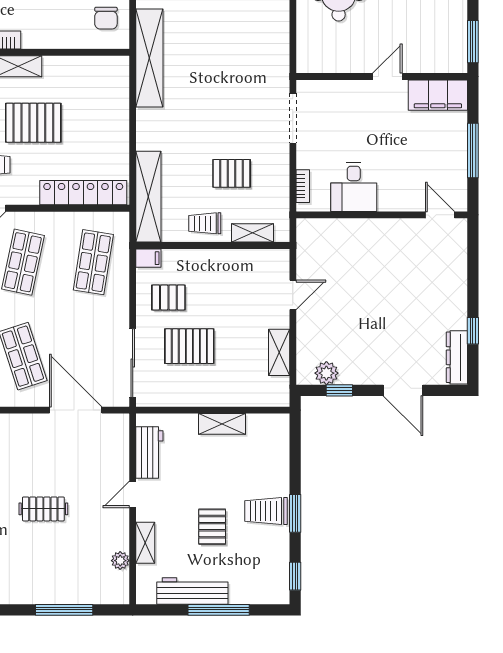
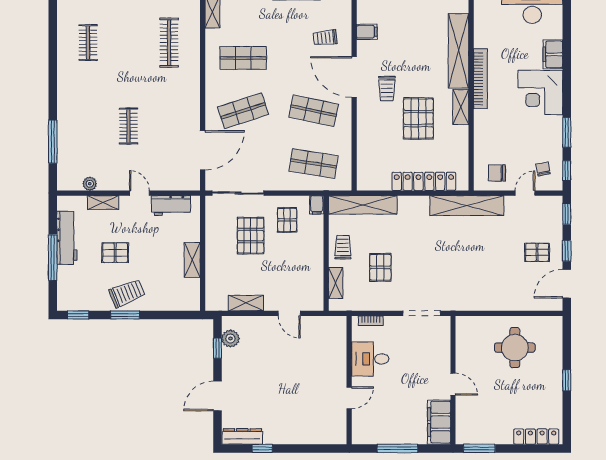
locker: (83, 193) -> (424, 181), moved, turned -90
door: (440, 215) -> (349, 398), moved
trolley: (266, 511) -> (127, 293), turned 68

